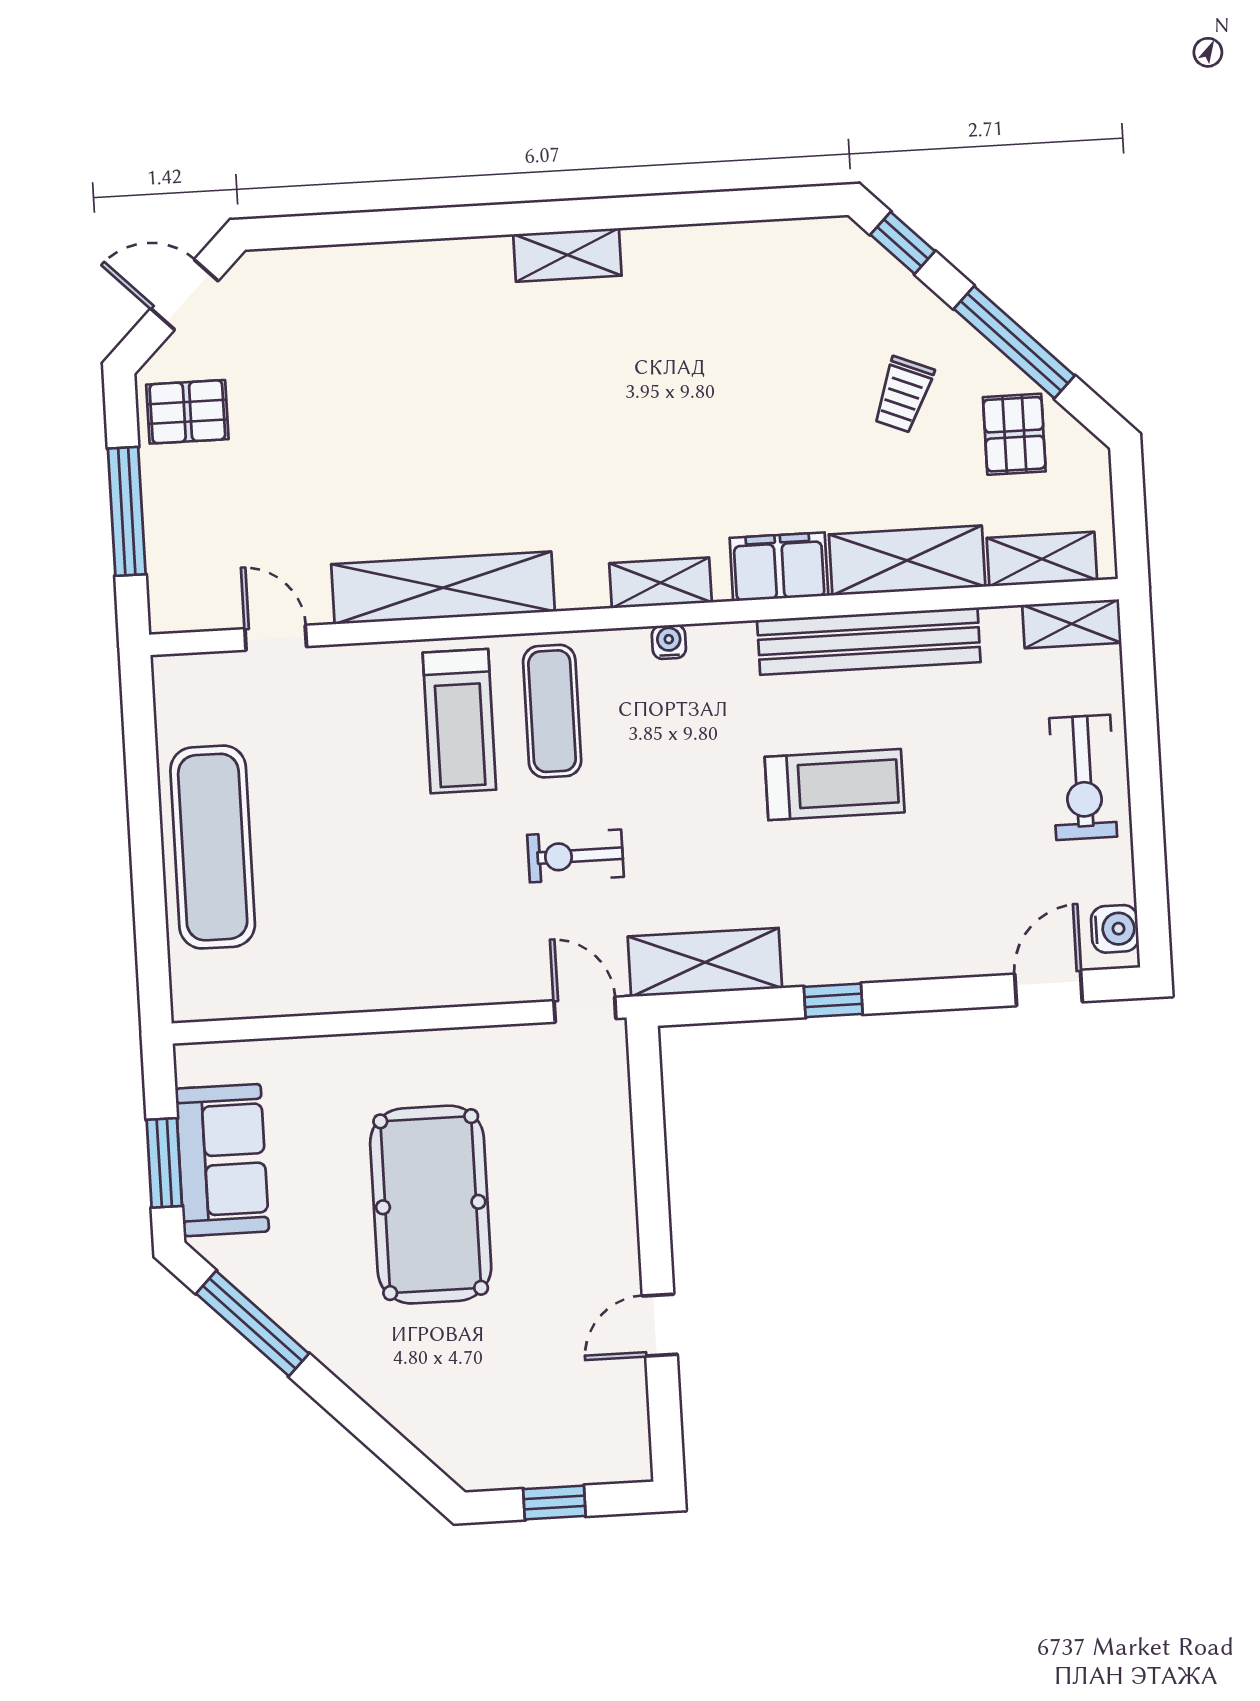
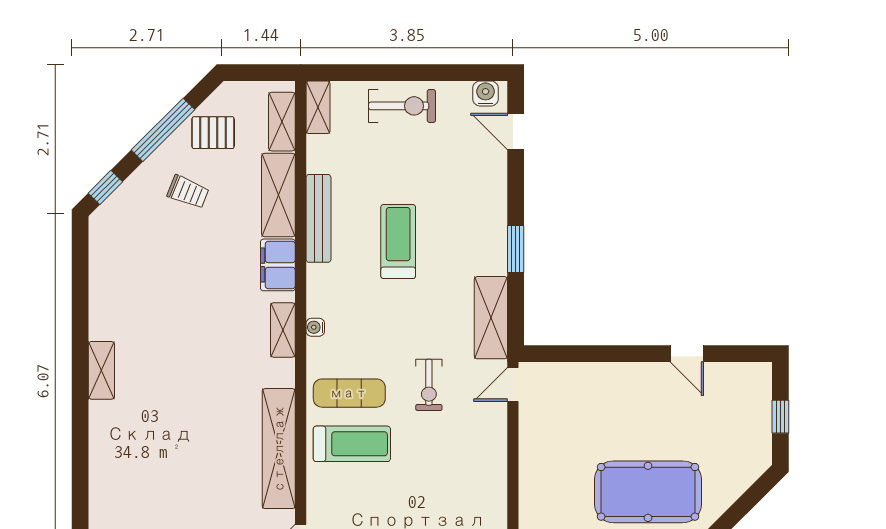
bench: (869, 641) -> (318, 218), width x0.73, depth x0.82
window: (833, 1000) -> (516, 249), width x1.50
pool table: (431, 1205) -> (648, 492), moved

